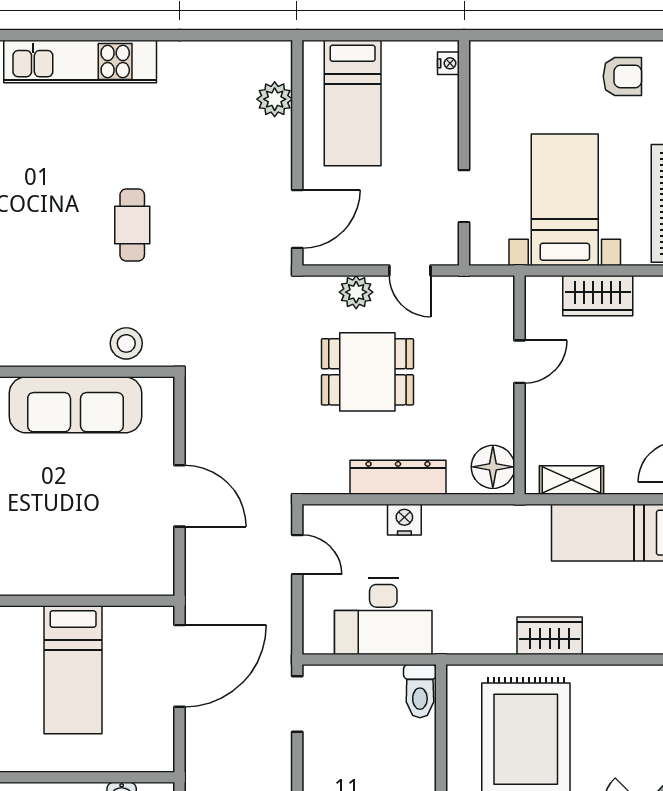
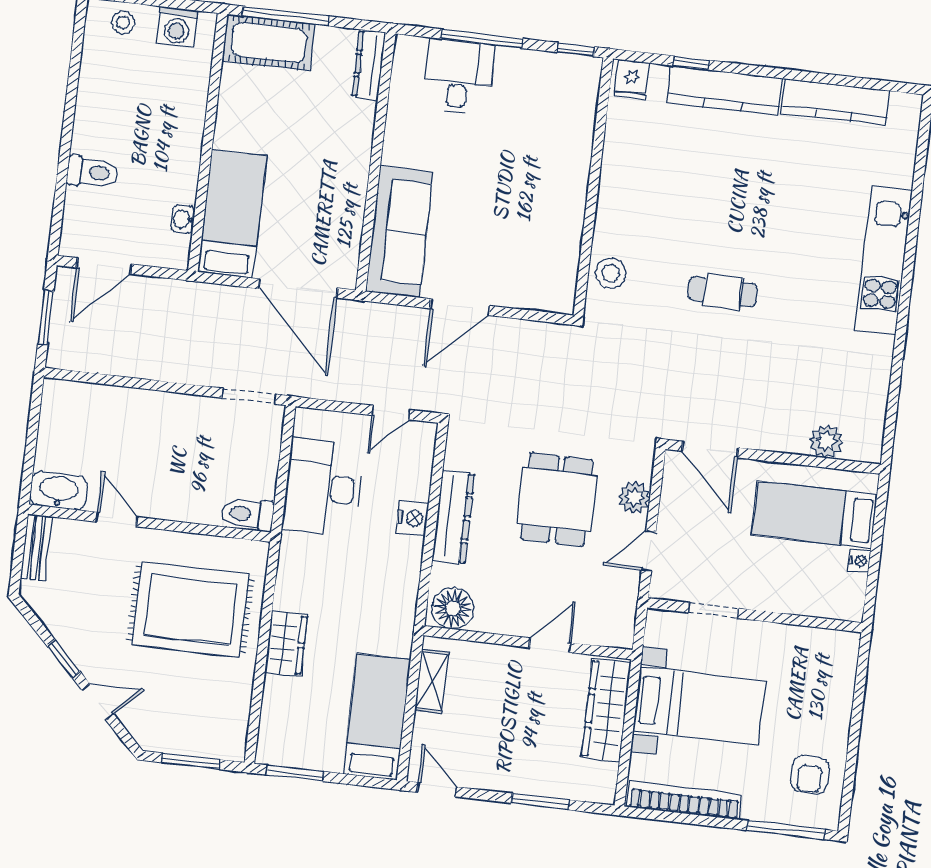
nightstand: (448, 63) -> (859, 561), moved, turned -90
wardrobe: (598, 296) -> (606, 710), width x1.50
door: (520, 362) -> (550, 645), swing flipped
sofa: (75, 405) -> (399, 232), moved, turned 180
bed: (73, 670) -> (232, 214), moved, turned 90

